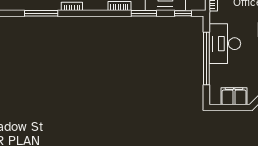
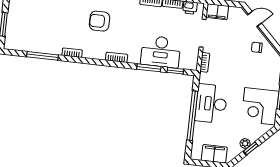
window: (144, 13) -> (149, 68), moved

